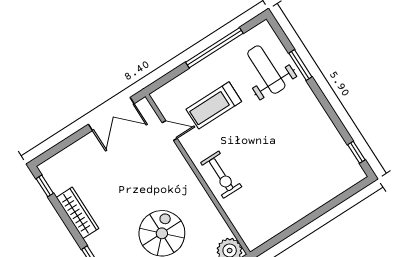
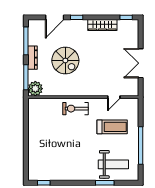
treadmill: (214, 105) -> (112, 127), turned 90
double door: (111, 114) -> (141, 63), moved

